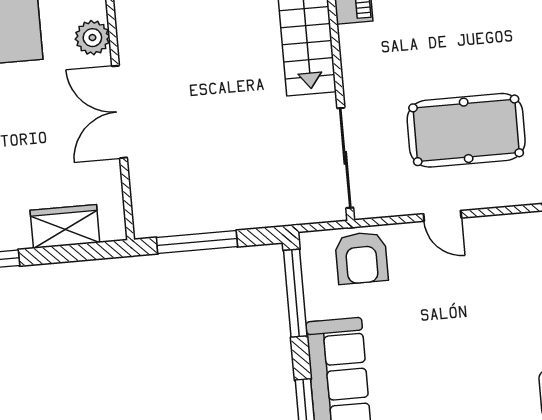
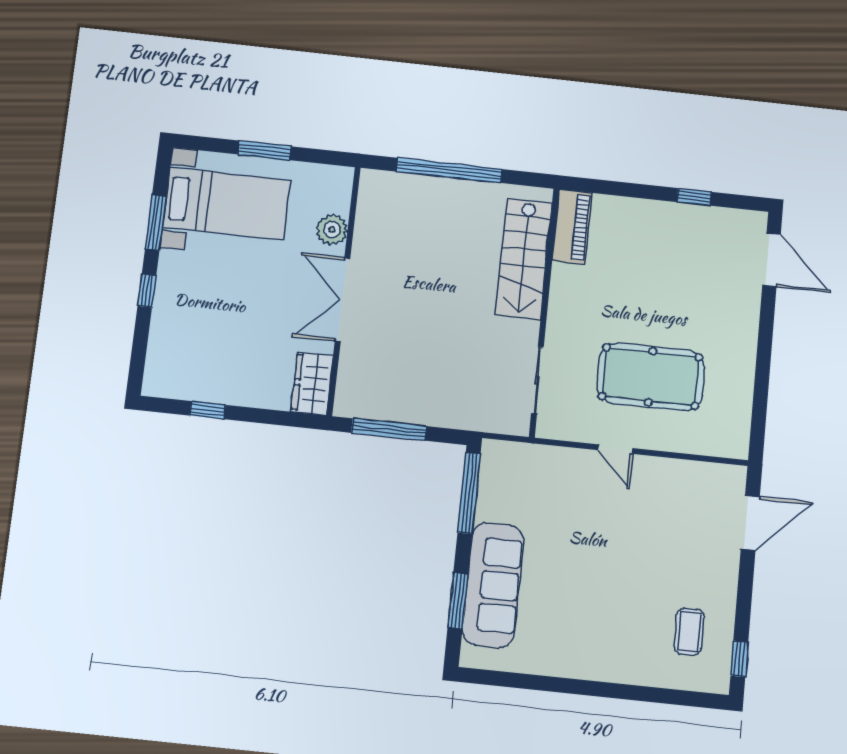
sliding door: (345, 158) -> (537, 380), width x0.73
wardrobe: (65, 226) -> (312, 383), moved, turned -90
armchair: (361, 258) -> (535, 473), removed

